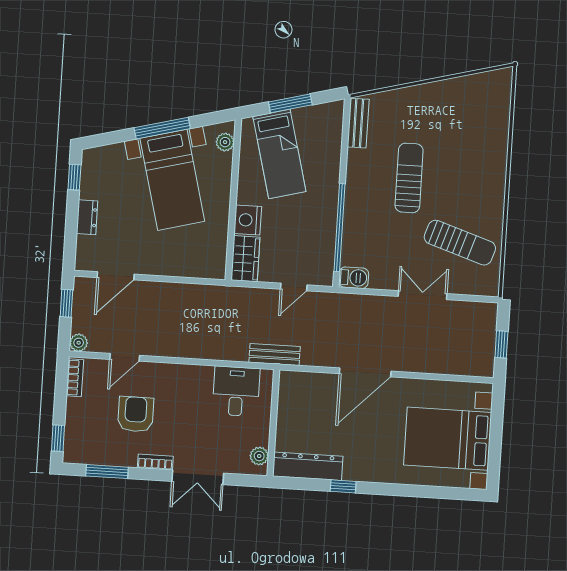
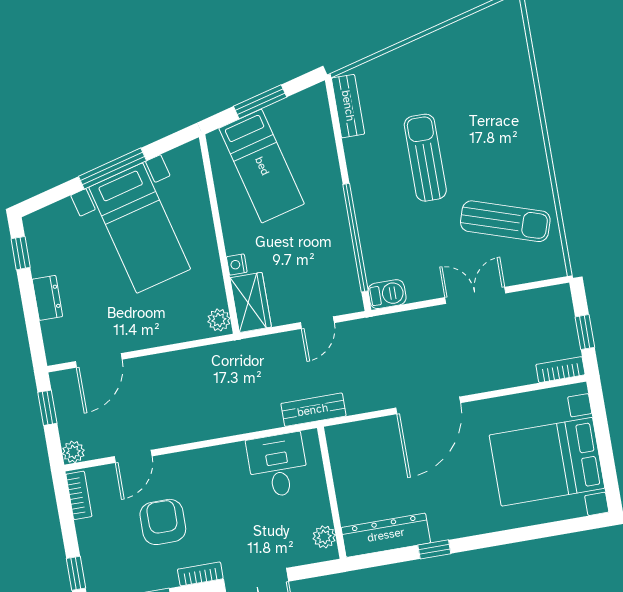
plant: (225, 142) -> (219, 320), moved
nightstand: (248, 220) -> (237, 264), width x0.53, depth x0.56
bookcase: (475, 369) -> (560, 370), added

